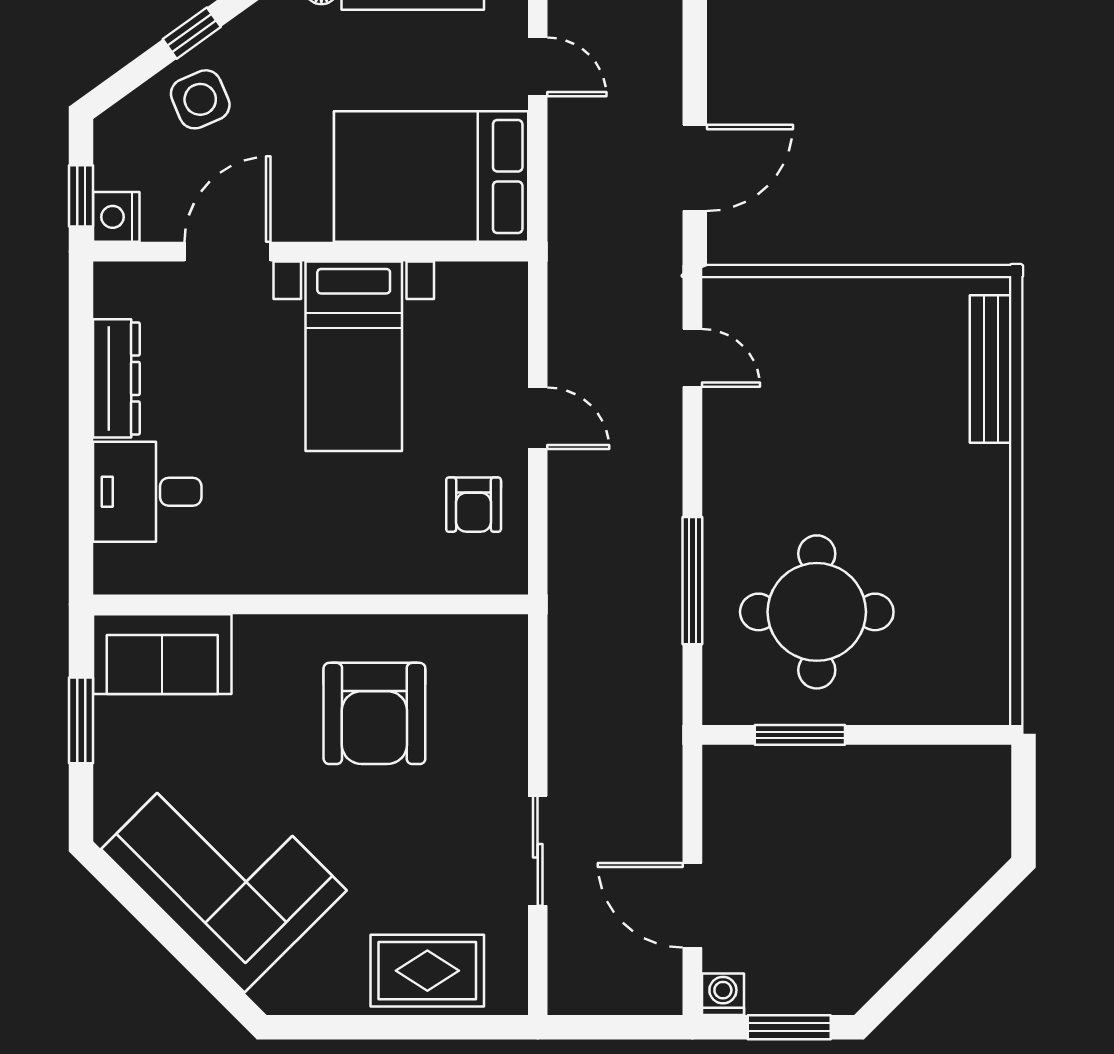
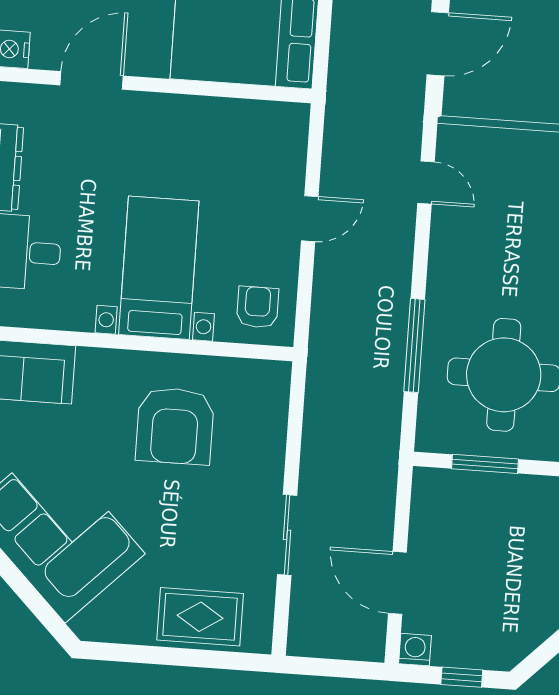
bed with nightstands: (354, 356) -> (159, 268), moved, turned 180
door: (538, 418) -> (310, 219), hinge flipped
armchair: (474, 505) -> (258, 307), moved, turned 180
window: (789, 1027) -> (462, 677), width x0.67

